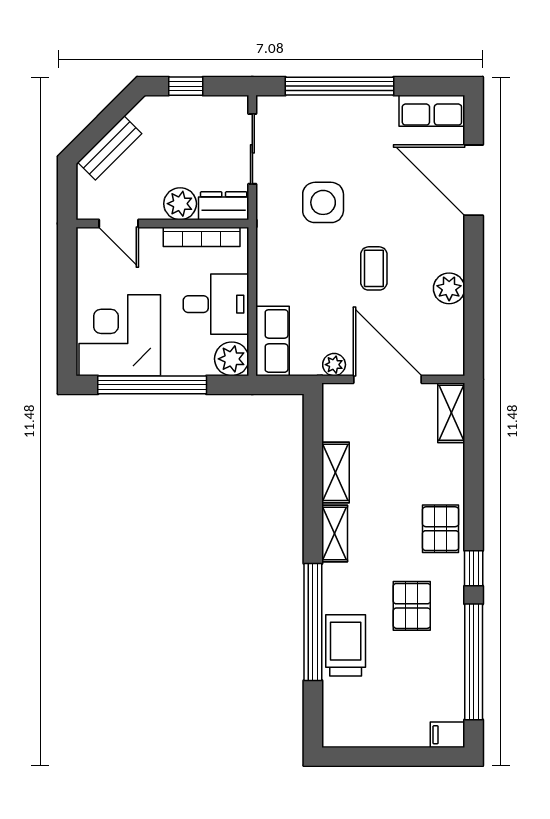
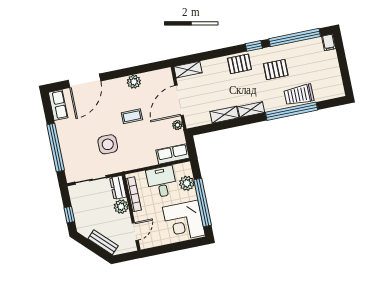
plant: (232, 359) -> (187, 183), moved

